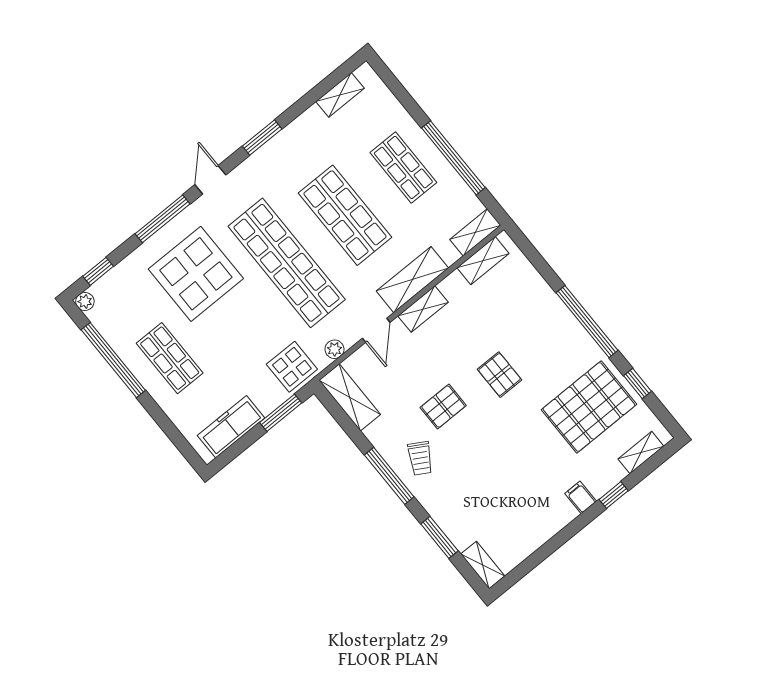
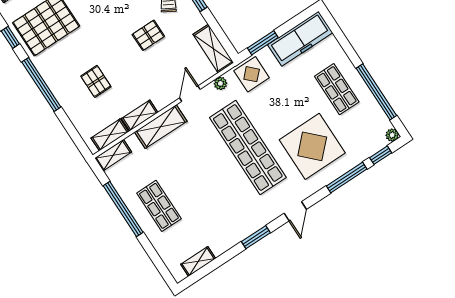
shop shelf: (345, 215) -> (203, 177), removed
window: (163, 219) -> (347, 178), moved
shelving: (423, 309) -> (140, 115), moved
pallet: (499, 375) -> (96, 81), moved
freezer: (231, 427) -> (300, 39), width x1.36, depth x1.26

